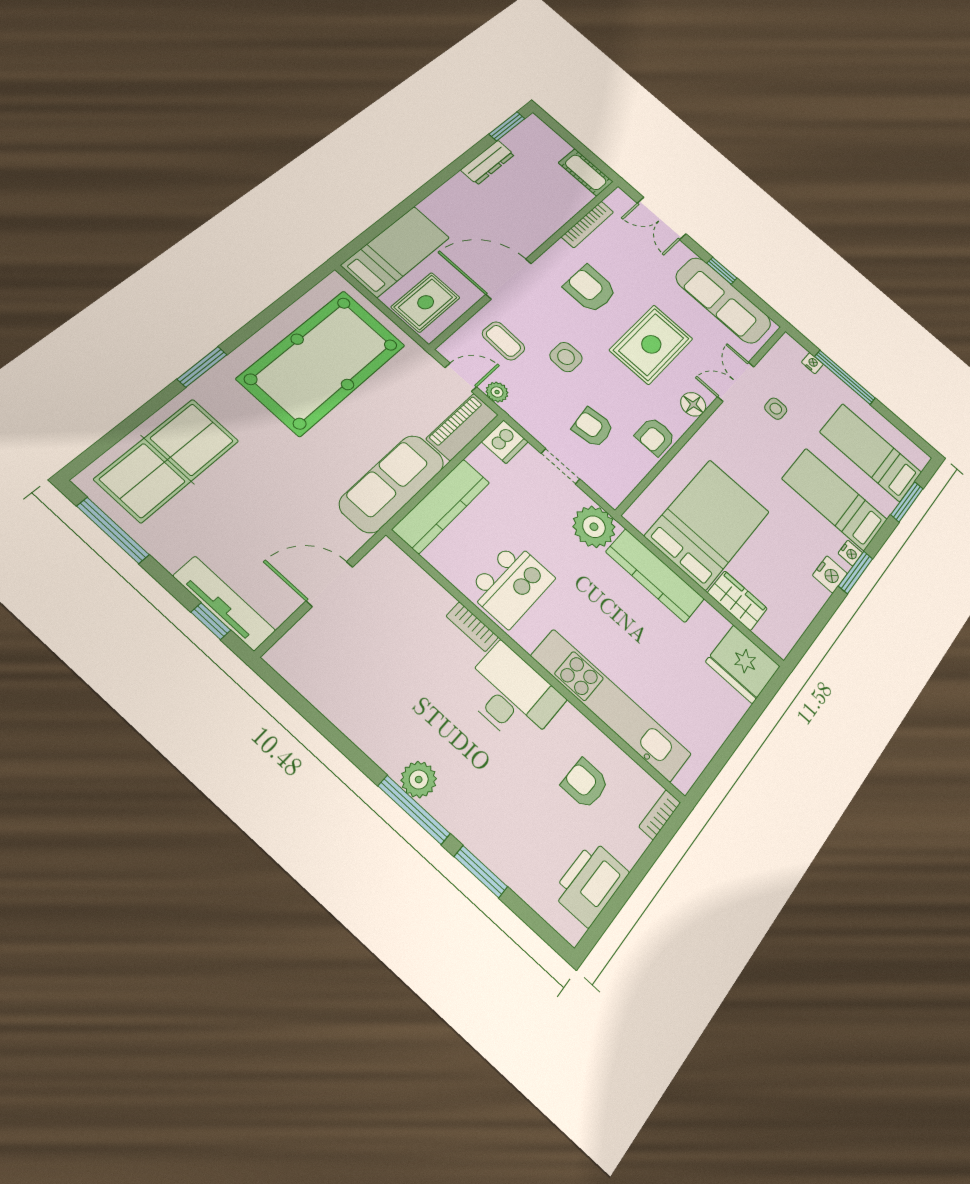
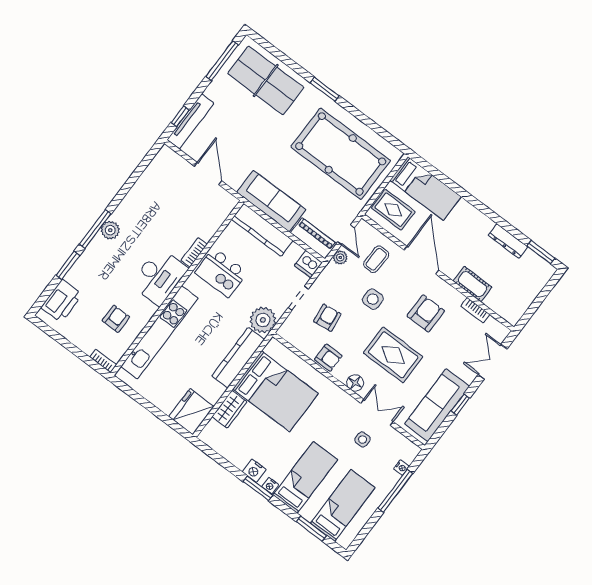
cot: (586, 172) -> (473, 284), moved, turned 90
bookcase: (588, 224) -> (475, 310), width x0.64
armchair: (655, 436) -> (328, 358), turned 180
printer: (591, 883) -> (62, 301), moved, turned 90

